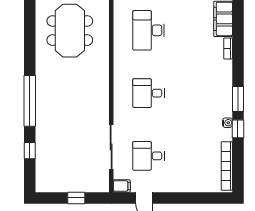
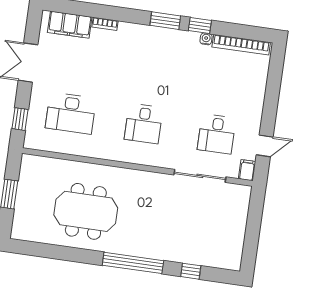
meeting table: (70, 31) -> (86, 211), moved
water cooler: (227, 123) -> (206, 39), moved
window: (76, 198) -> (253, 225), removed

